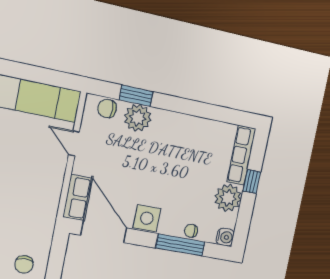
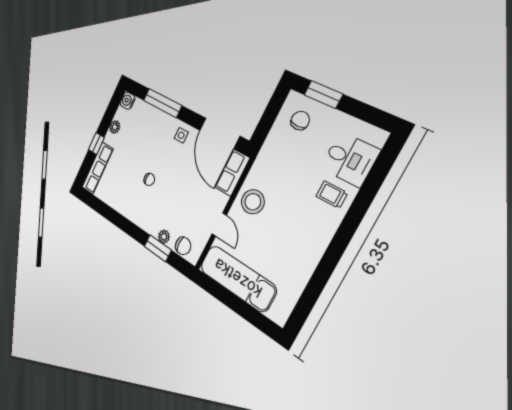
plant: (138, 118) -> (164, 237), width x0.53, depth x0.53
stool: (46, 177) -> (253, 202), added
plant: (228, 198) -> (115, 127), width x0.53, depth x0.53
side table: (147, 218) -> (181, 135), width x0.54, depth x0.54
chair: (191, 231) -> (149, 179), moved

